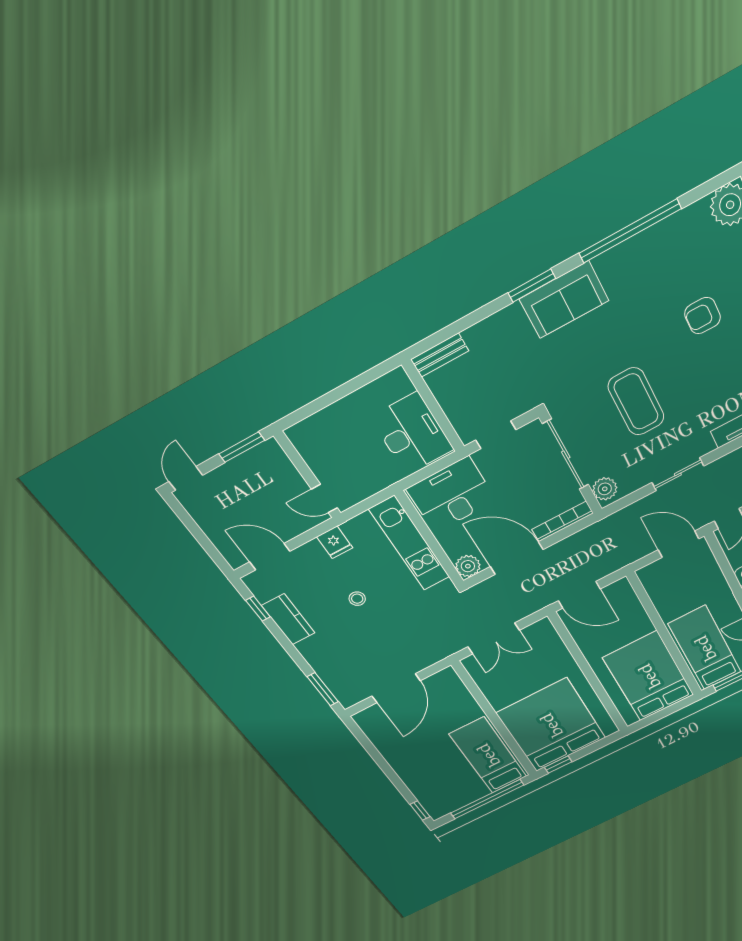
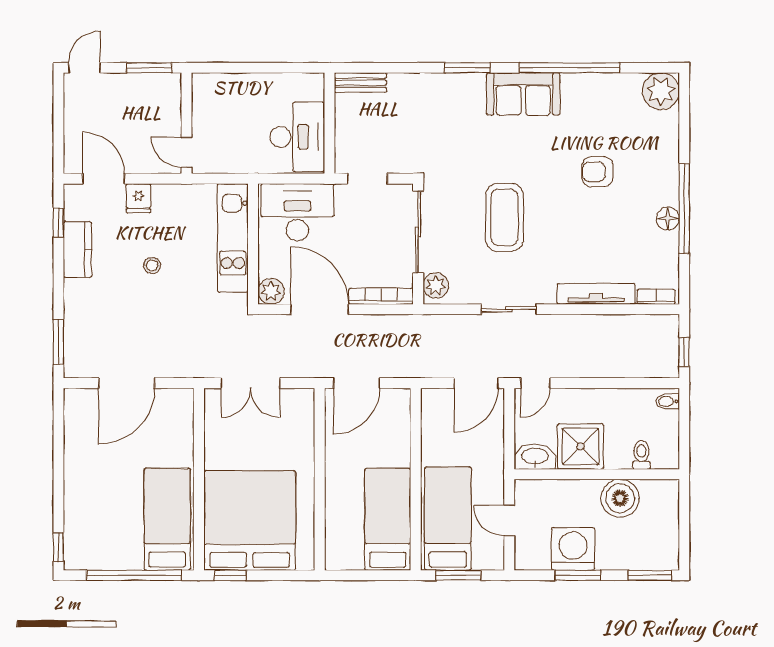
sofa: (564, 300) -> (523, 94), moved
fridge: (335, 542) -> (138, 198), moved
door: (679, 544) -> (476, 383), swing flipped
door: (579, 595) -> (356, 383), hinge flipped
bed: (649, 676) -> (388, 519), width x0.67

